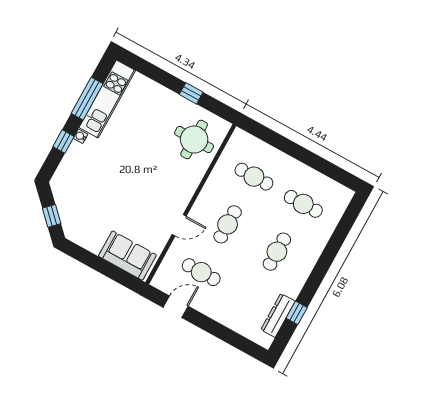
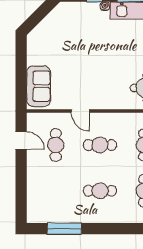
window: (52, 216) -> (37, 17), removed
window: (297, 313) -> (64, 229), width x2.17
dresser: (278, 315) -> (55, 216), removed

